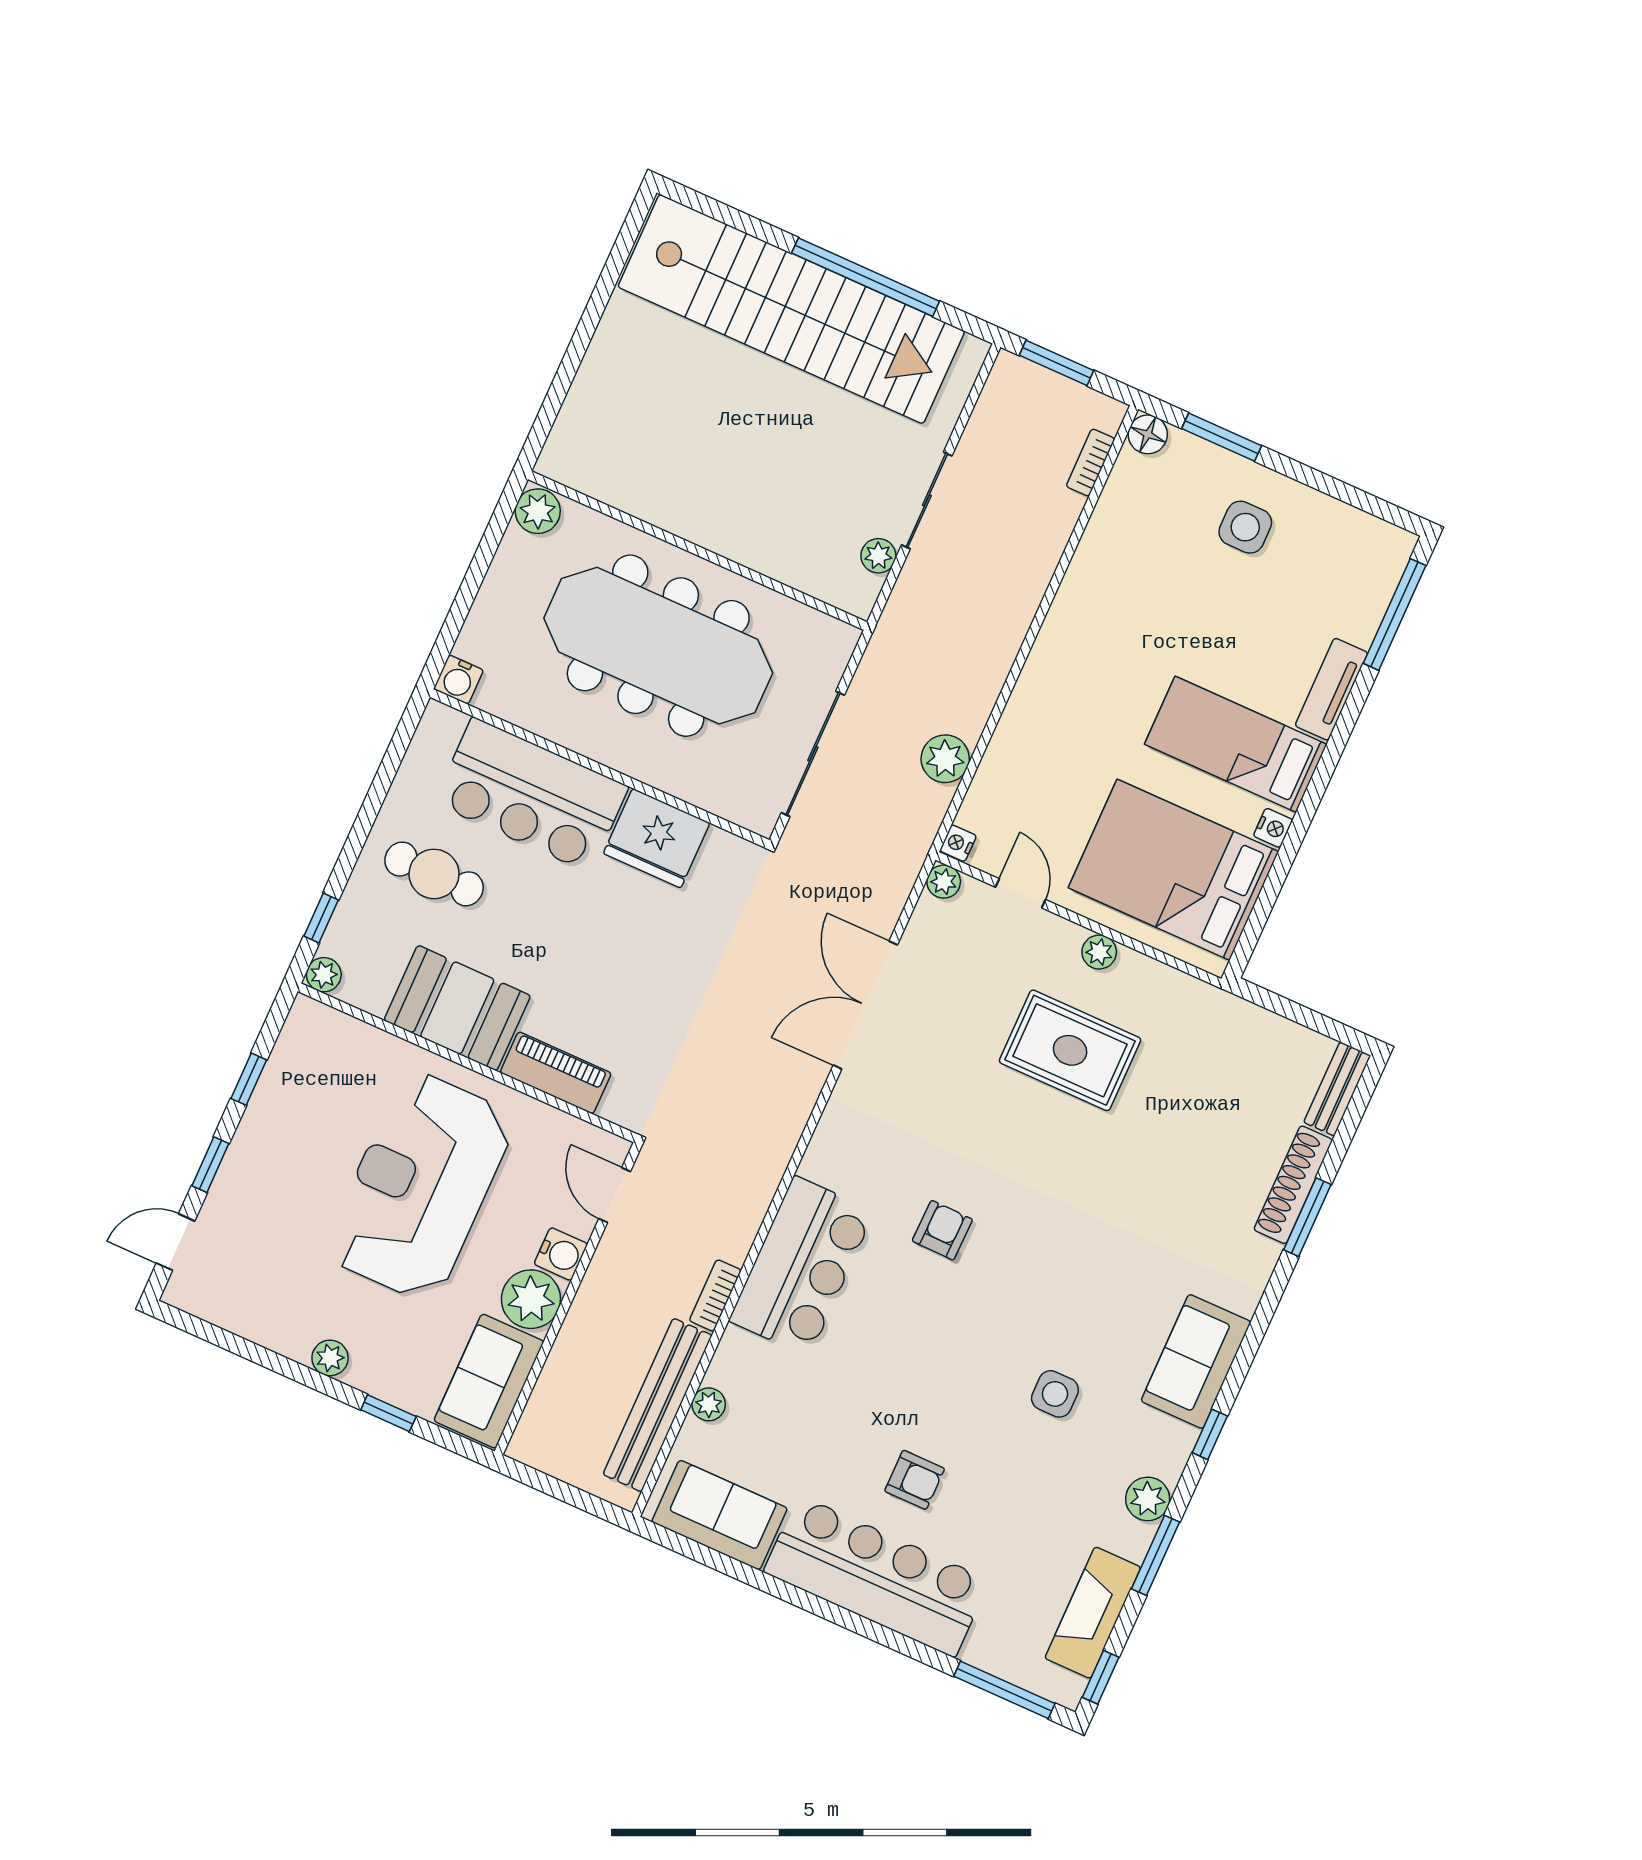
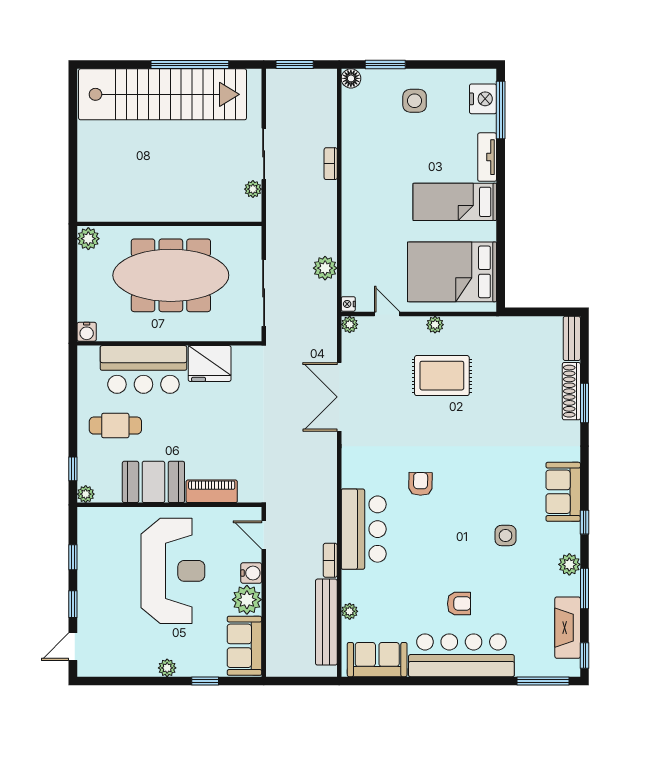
bookcase: (1091, 463) -> (331, 164), moved
nightstand: (1273, 828) -> (483, 99), moved, width x1.89, depth x1.79
reception desk: (420, 1186) -> (173, 571), turned 180

